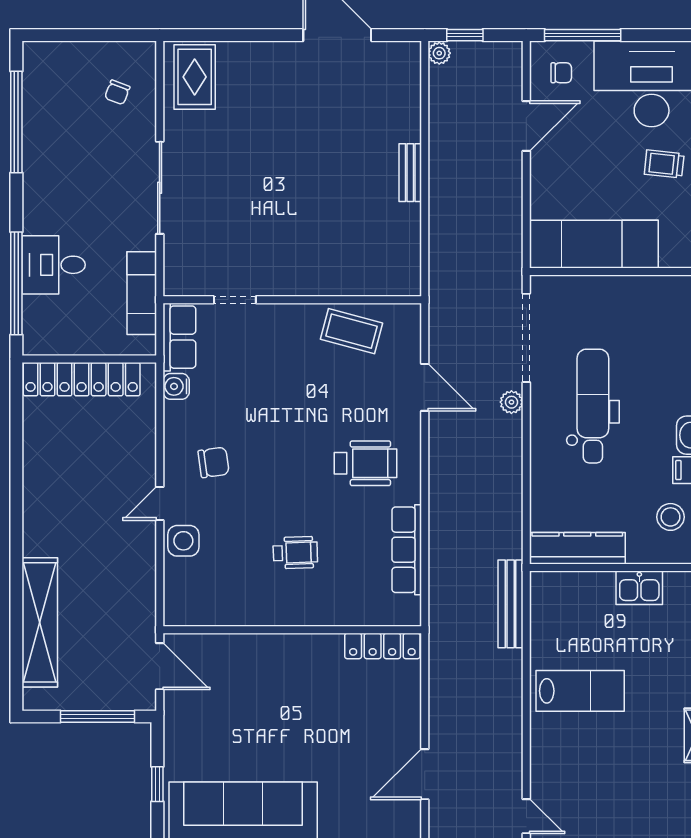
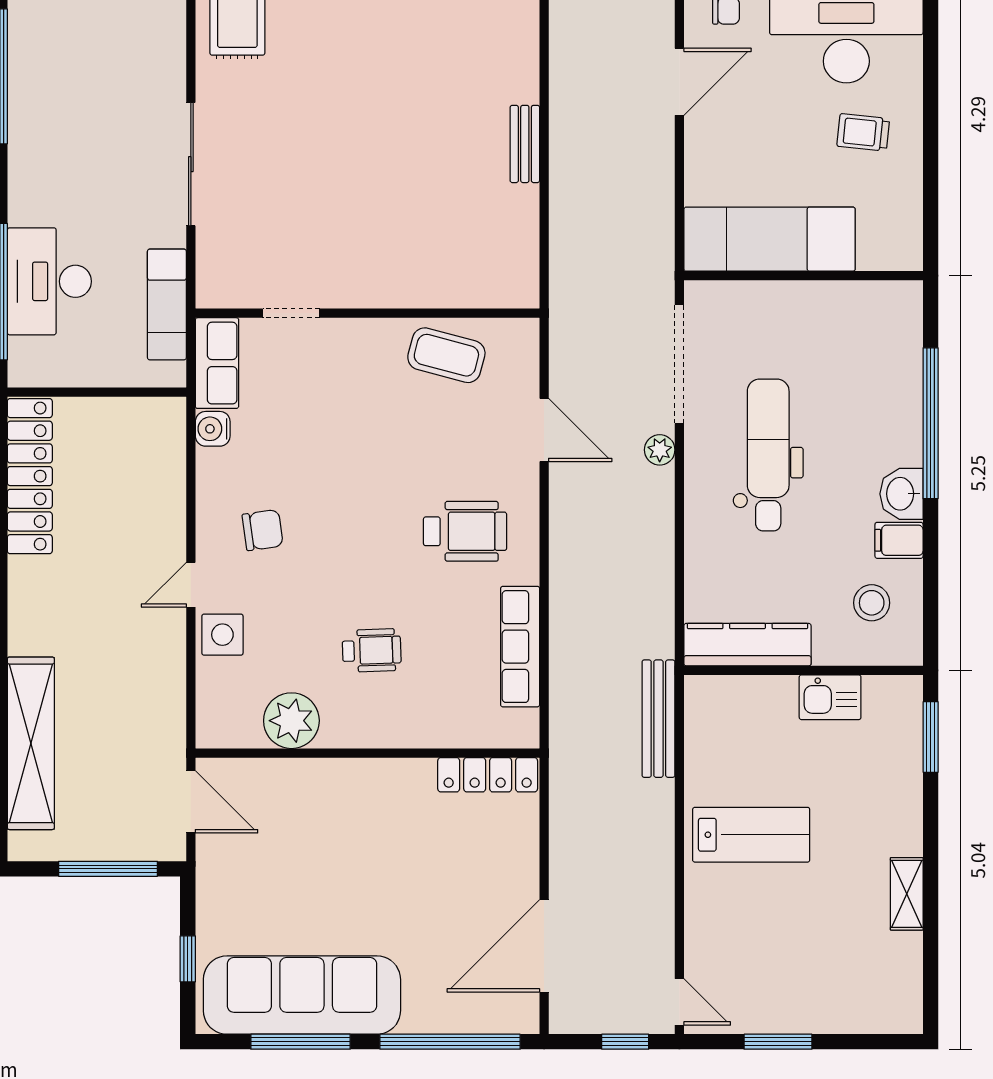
chair: (117, 92) -> (134, 37), removed
desk: (54, 265) -> (49, 281), width x1.37
locker: (82, 379) -> (30, 476), moved, turned -90
plant: (235, 605) -> (291, 721), added
door: (425, 774) -> (544, 946), width x1.36

